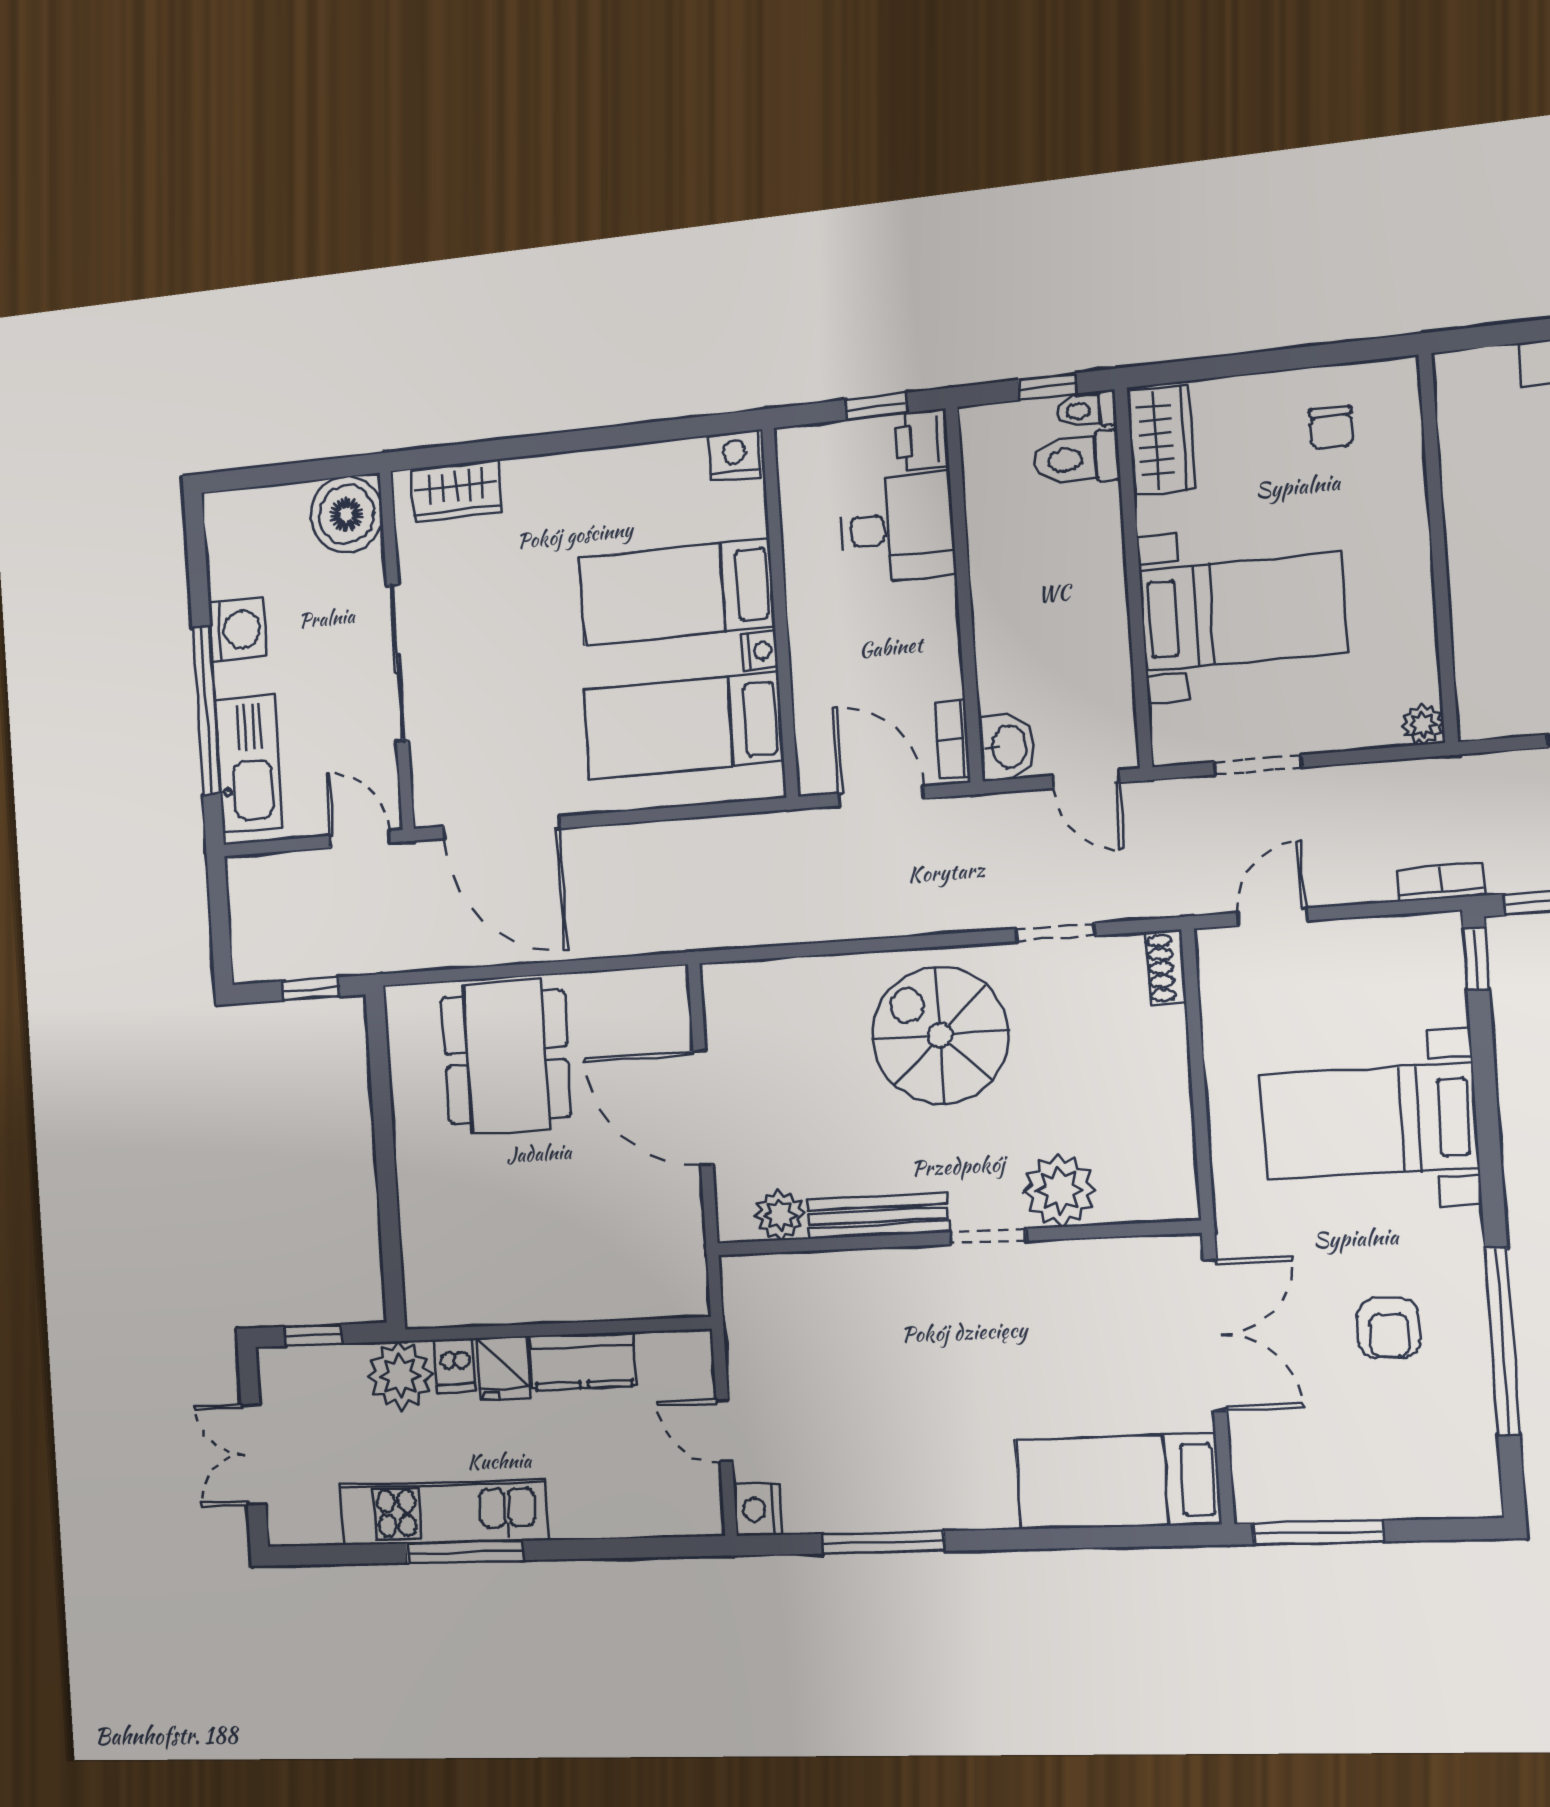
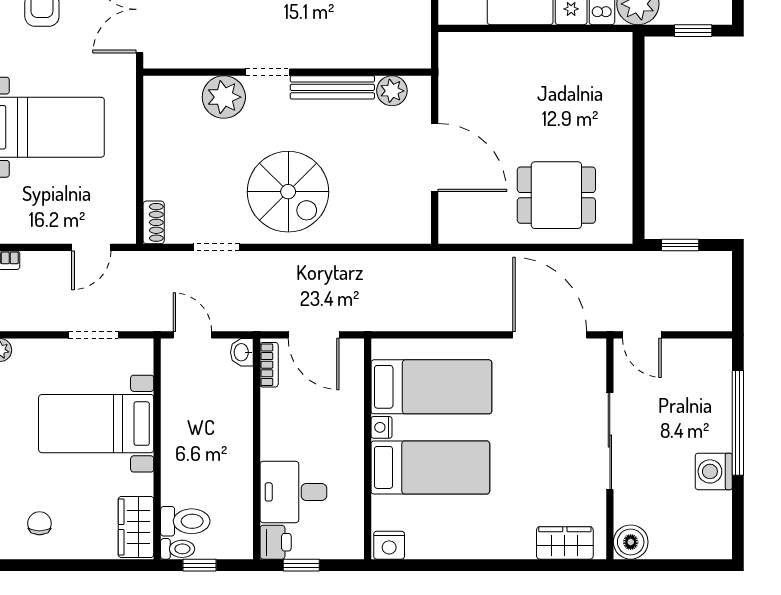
boiler: (346, 514) -> (631, 542), width x0.73, depth x0.73
washbasin: (1008, 747) -> (242, 352), width x0.72, depth x0.69
kitchen sink: (249, 763) -> (712, 388), removed
dining table: (506, 1057) -> (556, 195), width x0.73

